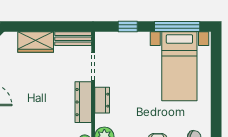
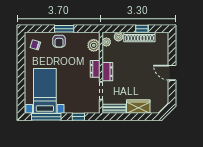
dresser: (83, 102) -> (107, 72), width x0.70

